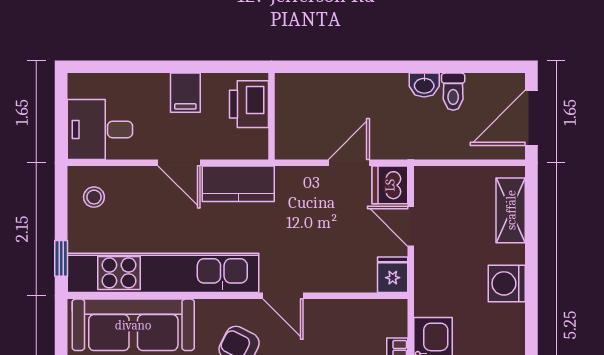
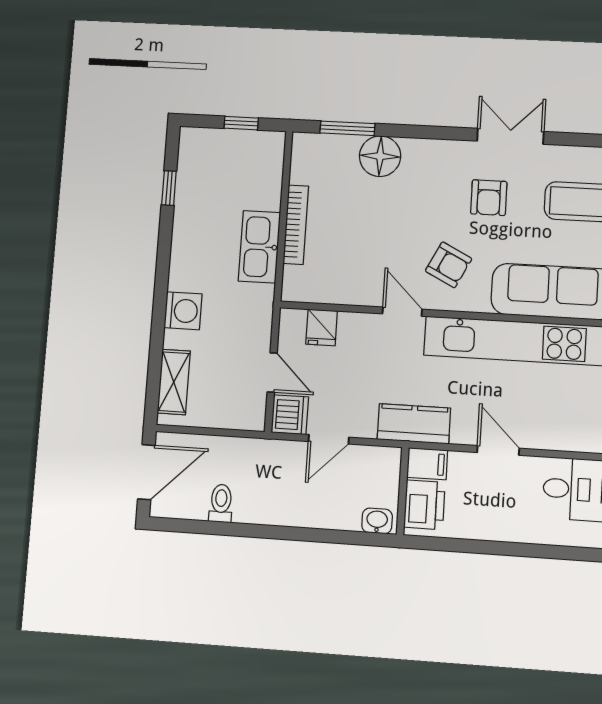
washbasin: (424, 85) -> (377, 521), moved
filing cabinet: (185, 93) -> (427, 464), moved, turned 90
kitchen counter: (238, 184) -> (414, 424), moved
stool: (94, 197) -> (586, 421), removed
fridge: (393, 275) -> (322, 327), moved

